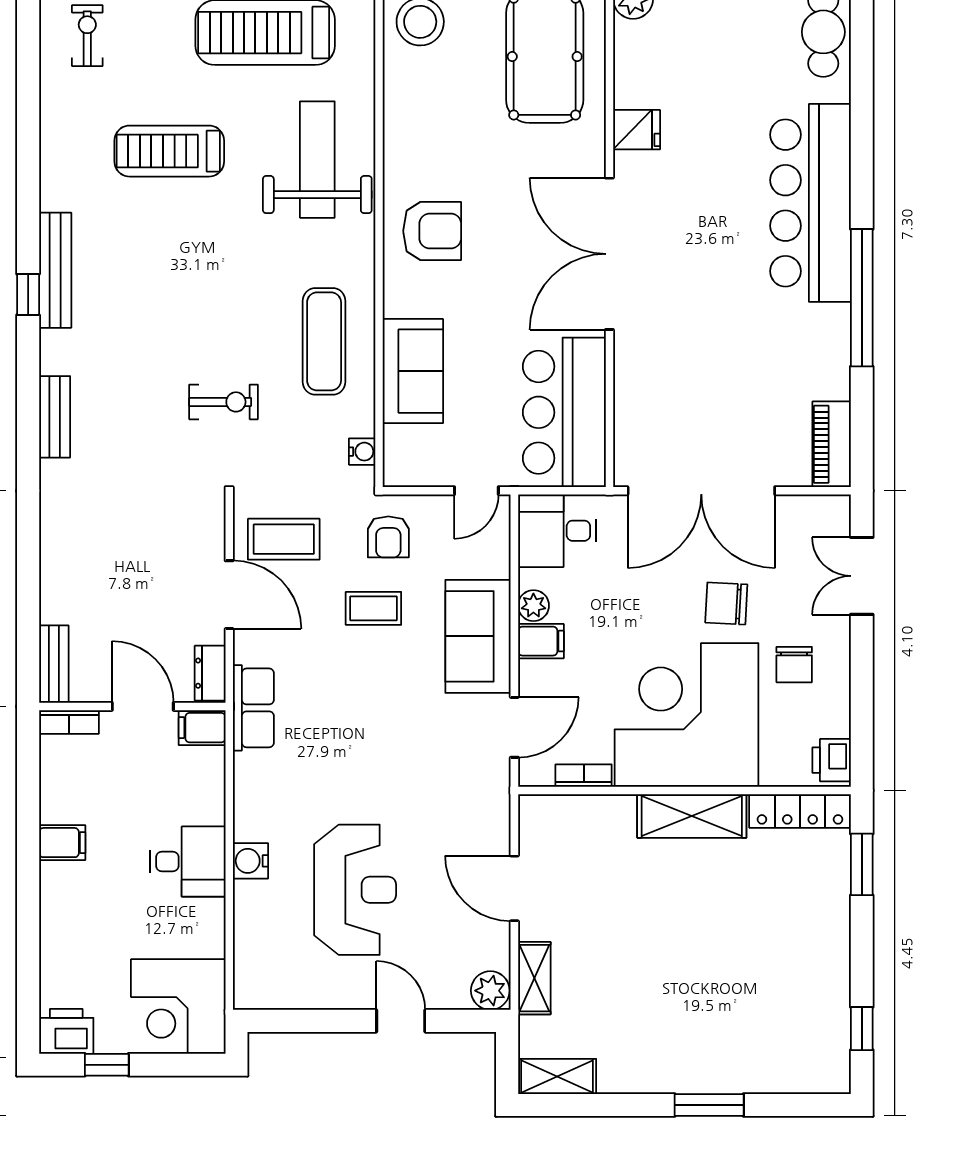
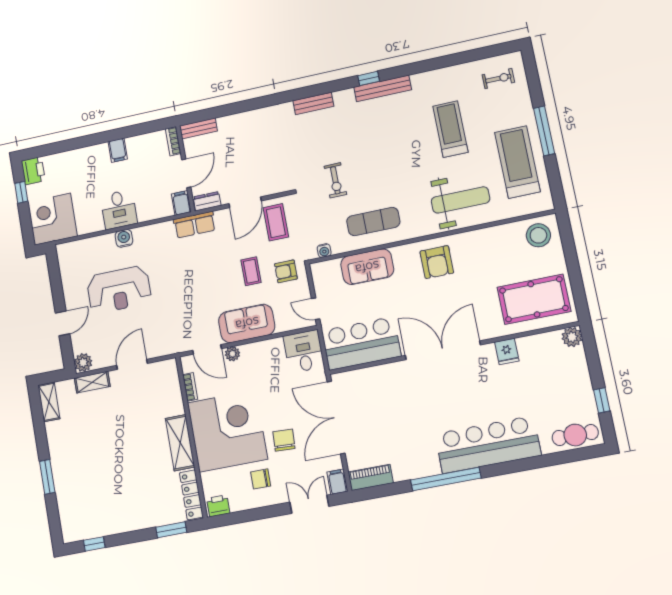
plant: (533, 606) -> (232, 354), moved
filing cabinet: (541, 641) -> (337, 482), moved, turned 180

